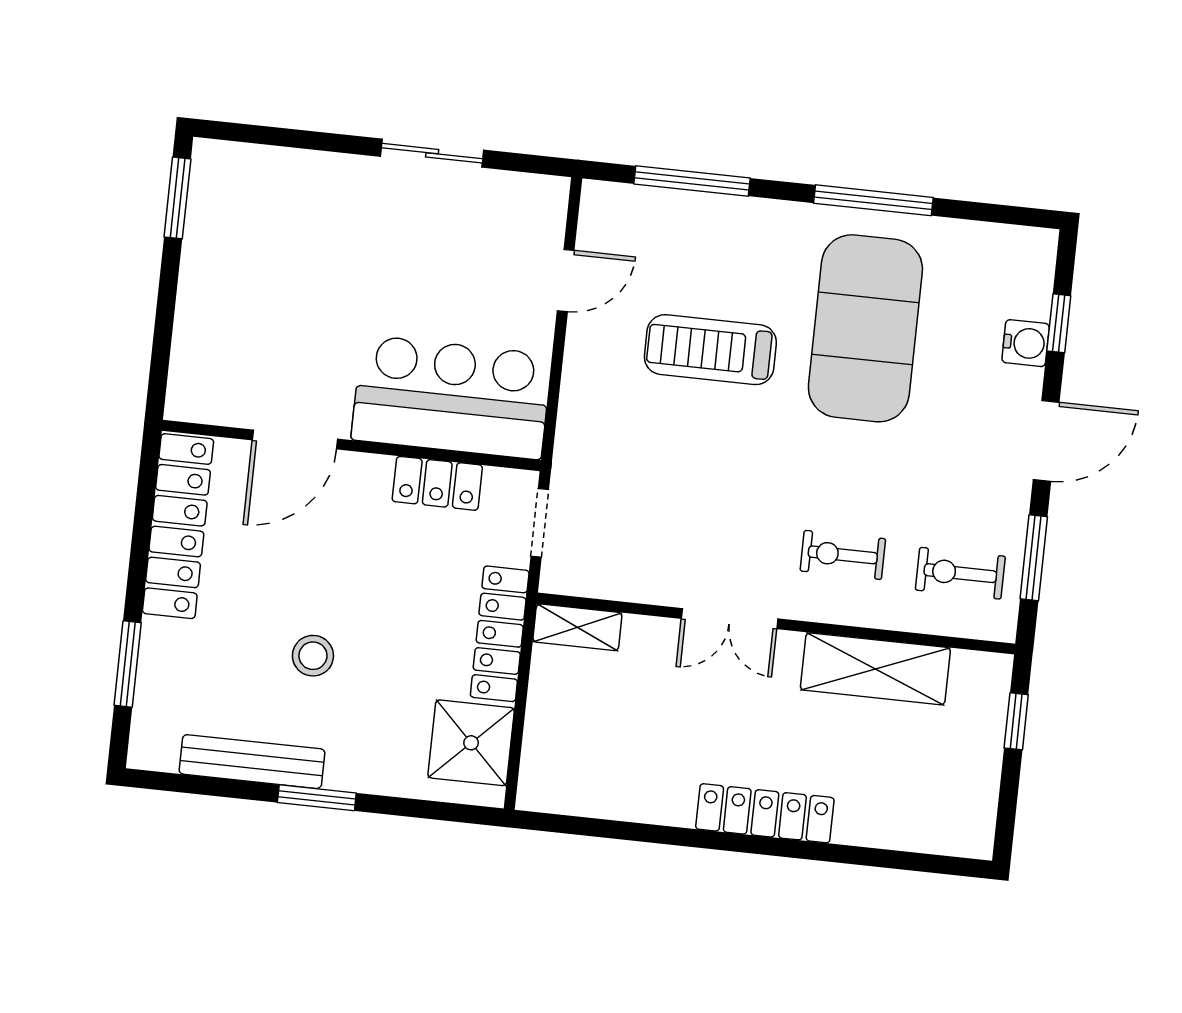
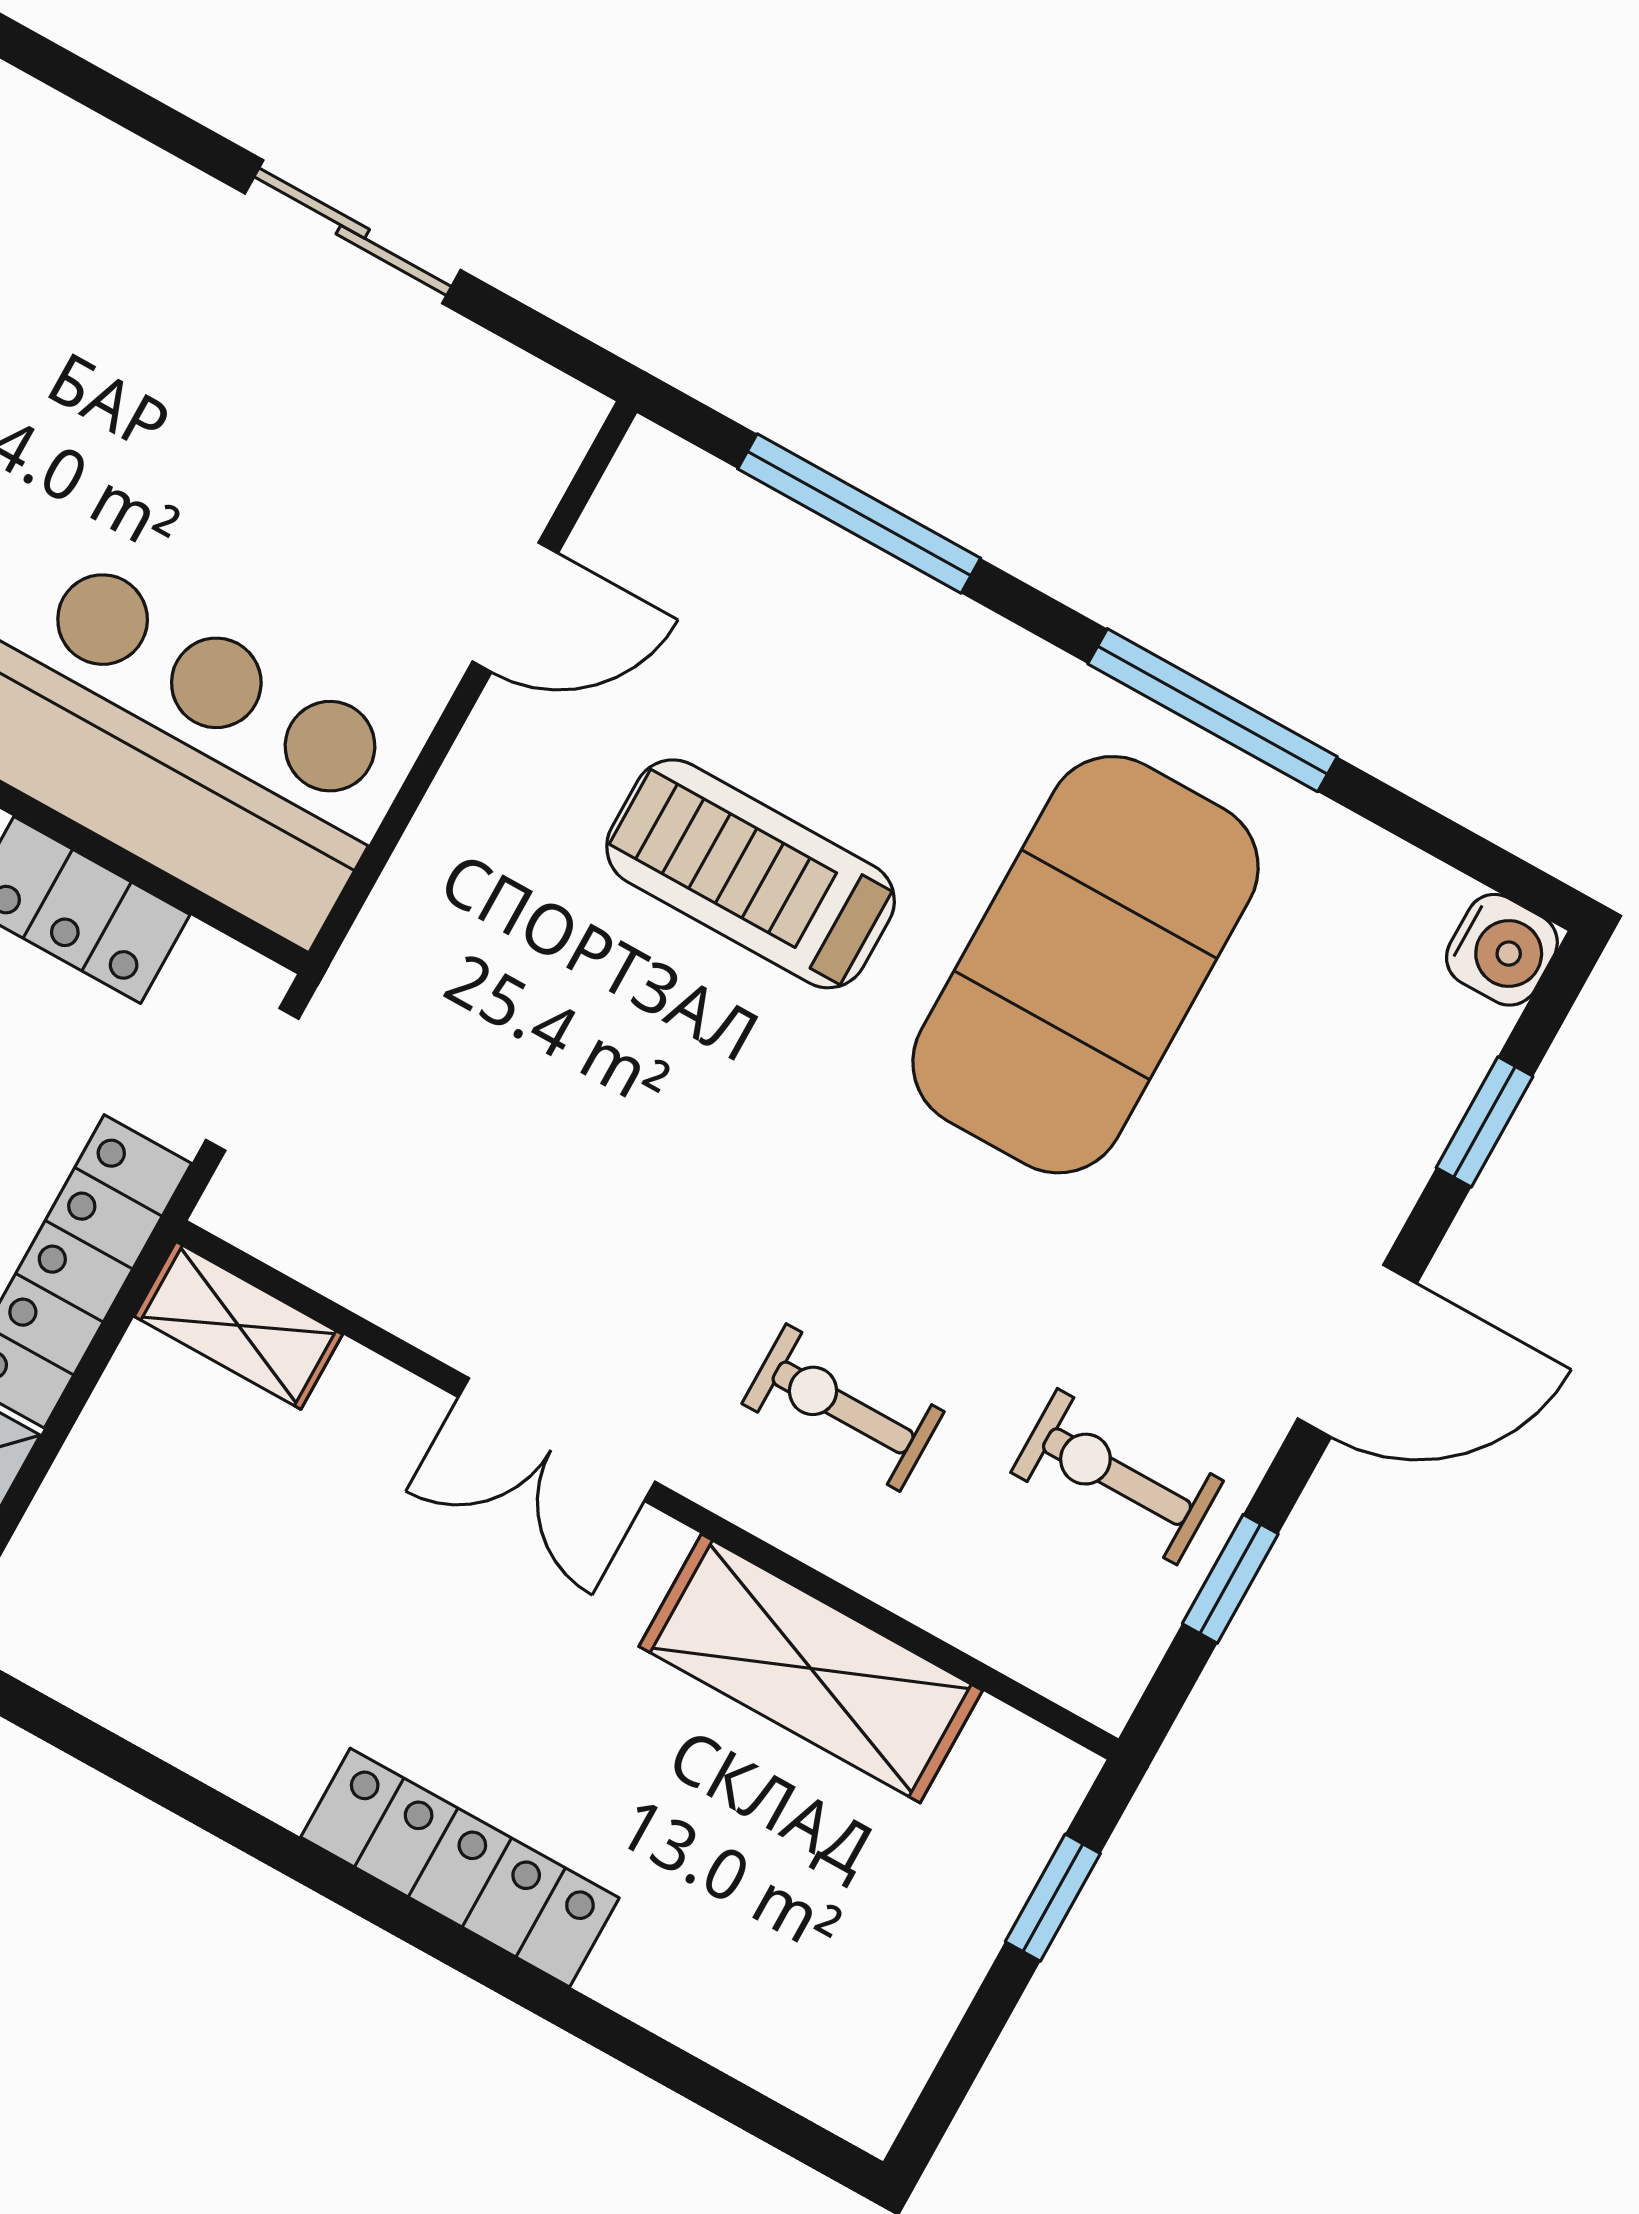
water cooler: (1026, 343) -> (1502, 950), moved
window: (1034, 558) -> (1230, 1579), width x0.67
exercise bike: (960, 573) -> (1117, 1477), moved

